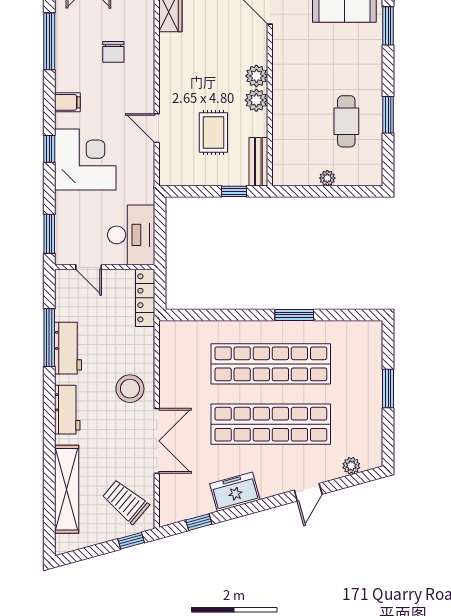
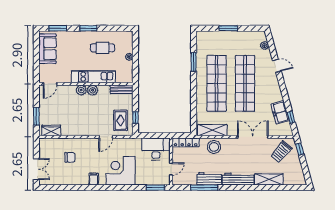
window: (49, 41) -> (65, 188), removed
kitchen unit: (285, 102) -> (93, 77), added
window: (388, 115) -> (88, 28), moved
rug: (213, 133) -> (120, 120), moved, turned 90
window: (49, 149) -> (115, 188), removed
window: (234, 191) -> (135, 118), moved
window: (294, 315) -> (194, 62), moved
shelving: (171, 355) -> (212, 130), added
stool: (130, 389) -> (214, 147), moved
workbench: (67, 410) -> (238, 179), width x1.38
shelving: (67, 489) -> (269, 179), width x0.68
freezer: (235, 492) -> (280, 112), moved

